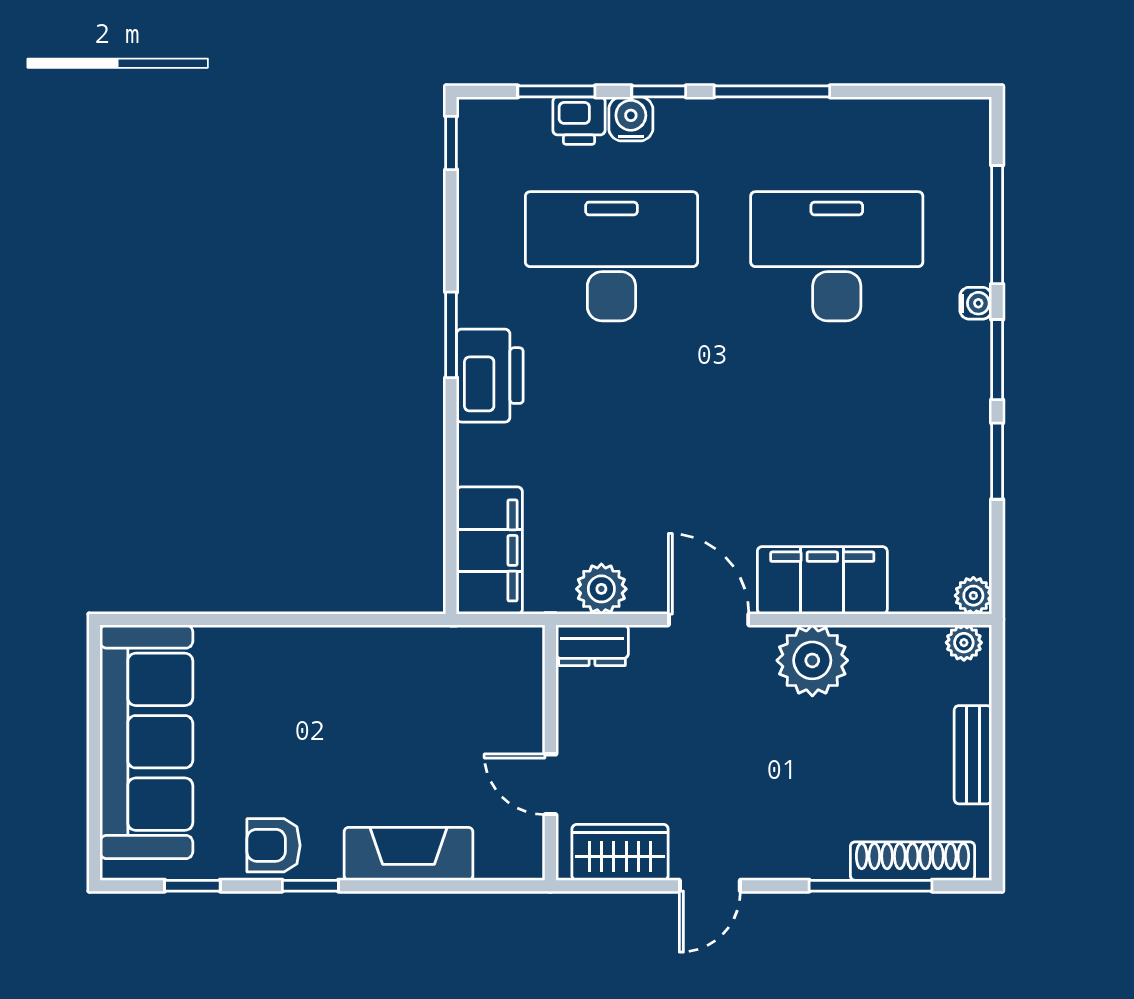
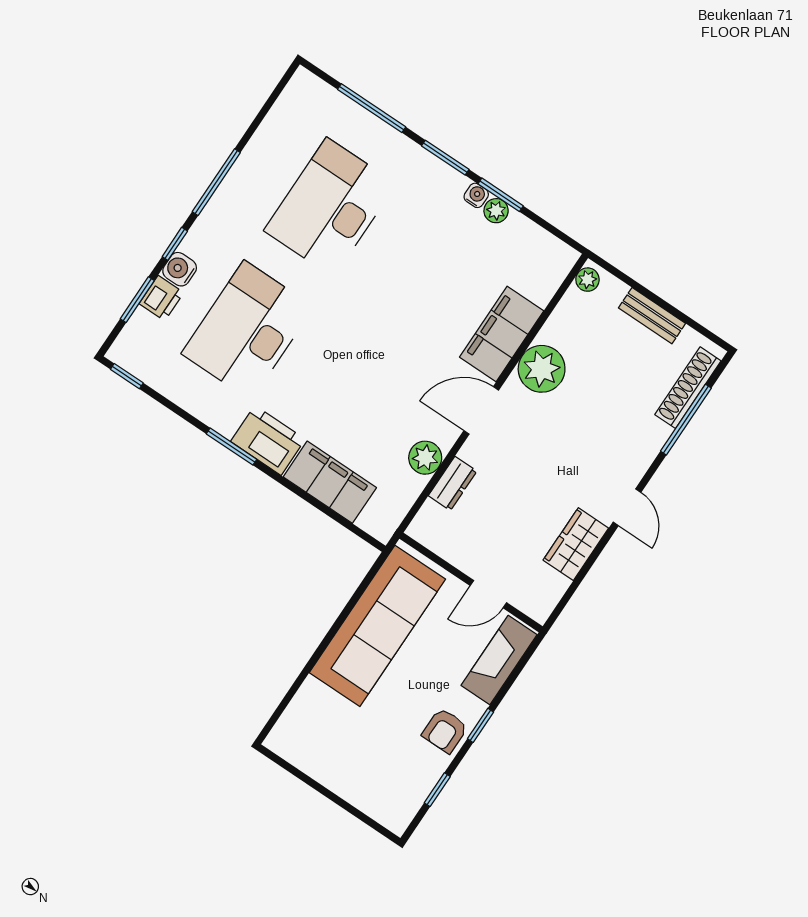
water cooler: (976, 303) -> (476, 195), moved
filing cabinet: (489, 550) -> (330, 482), moved
plant: (973, 596) -> (496, 211), moved
sofa: (146, 742) -> (377, 626), moved, turned 90
wall: (550, 753) -> (471, 582), moved
door: (550, 784) -> (488, 594), moved

